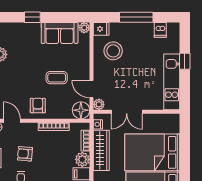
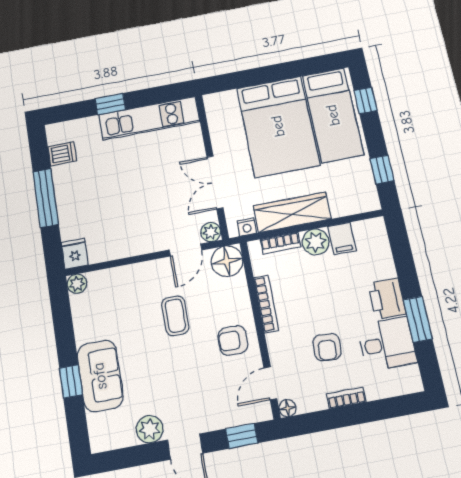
sofa: (60, 33) -> (100, 376), moved
stool: (113, 51) -> (111, 226), removed
double door: (127, 112) -> (215, 182), swing flipped

